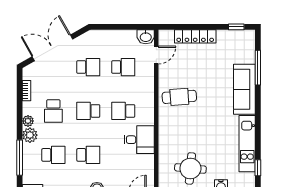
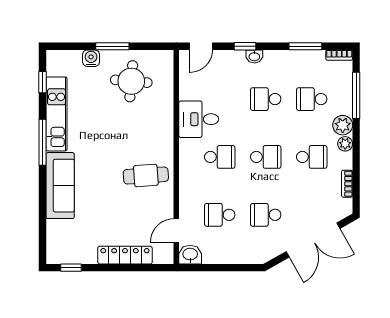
window: (258, 68) -> (43, 142), moved
school desk: (53, 111) -> (312, 157), turned 90

